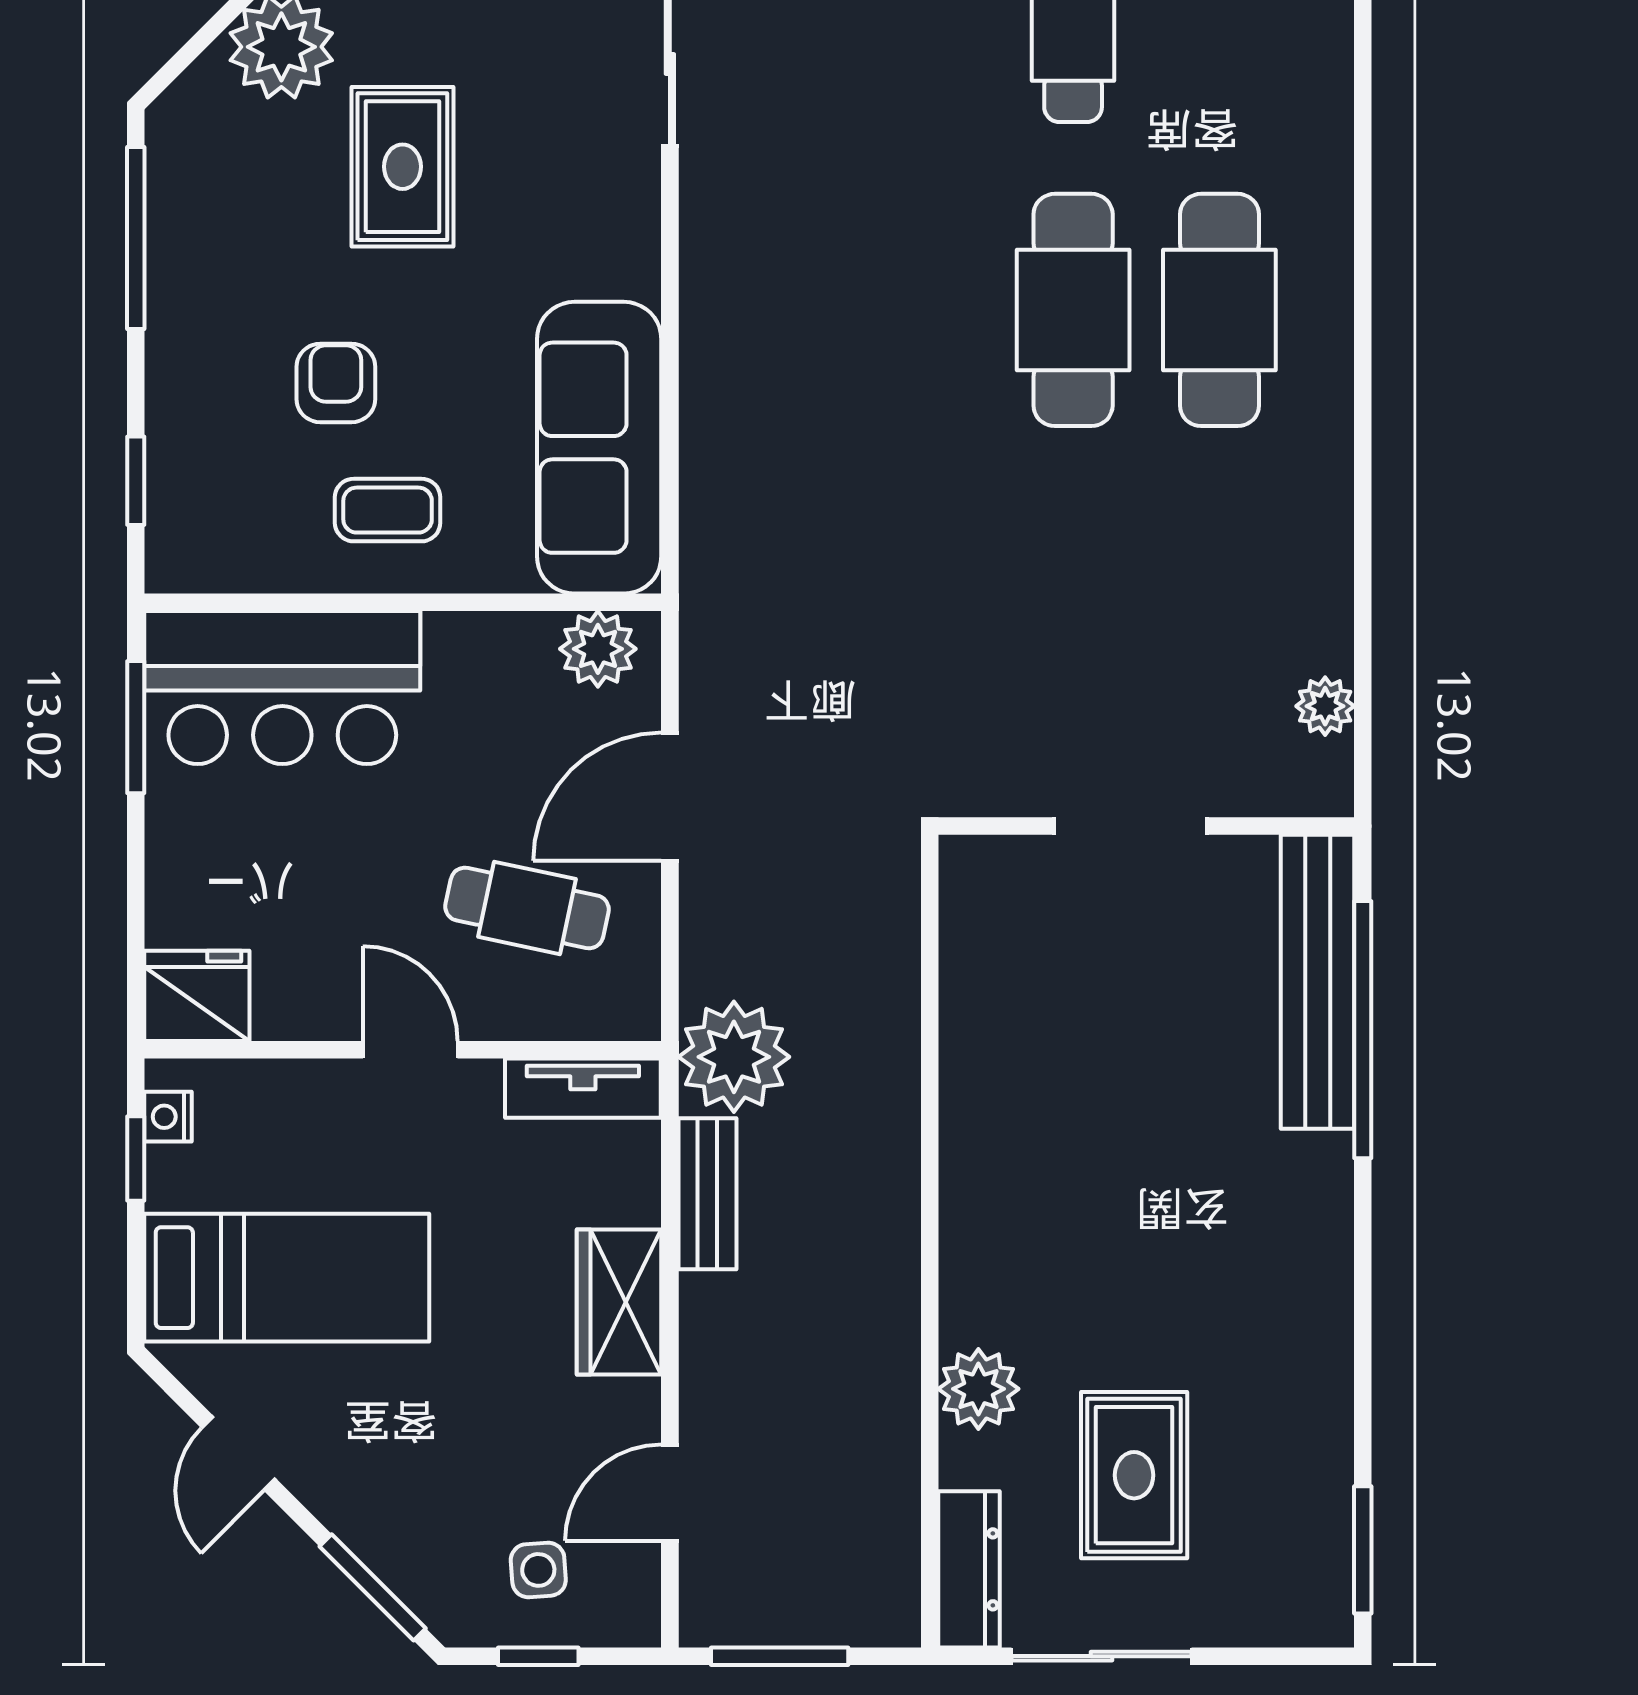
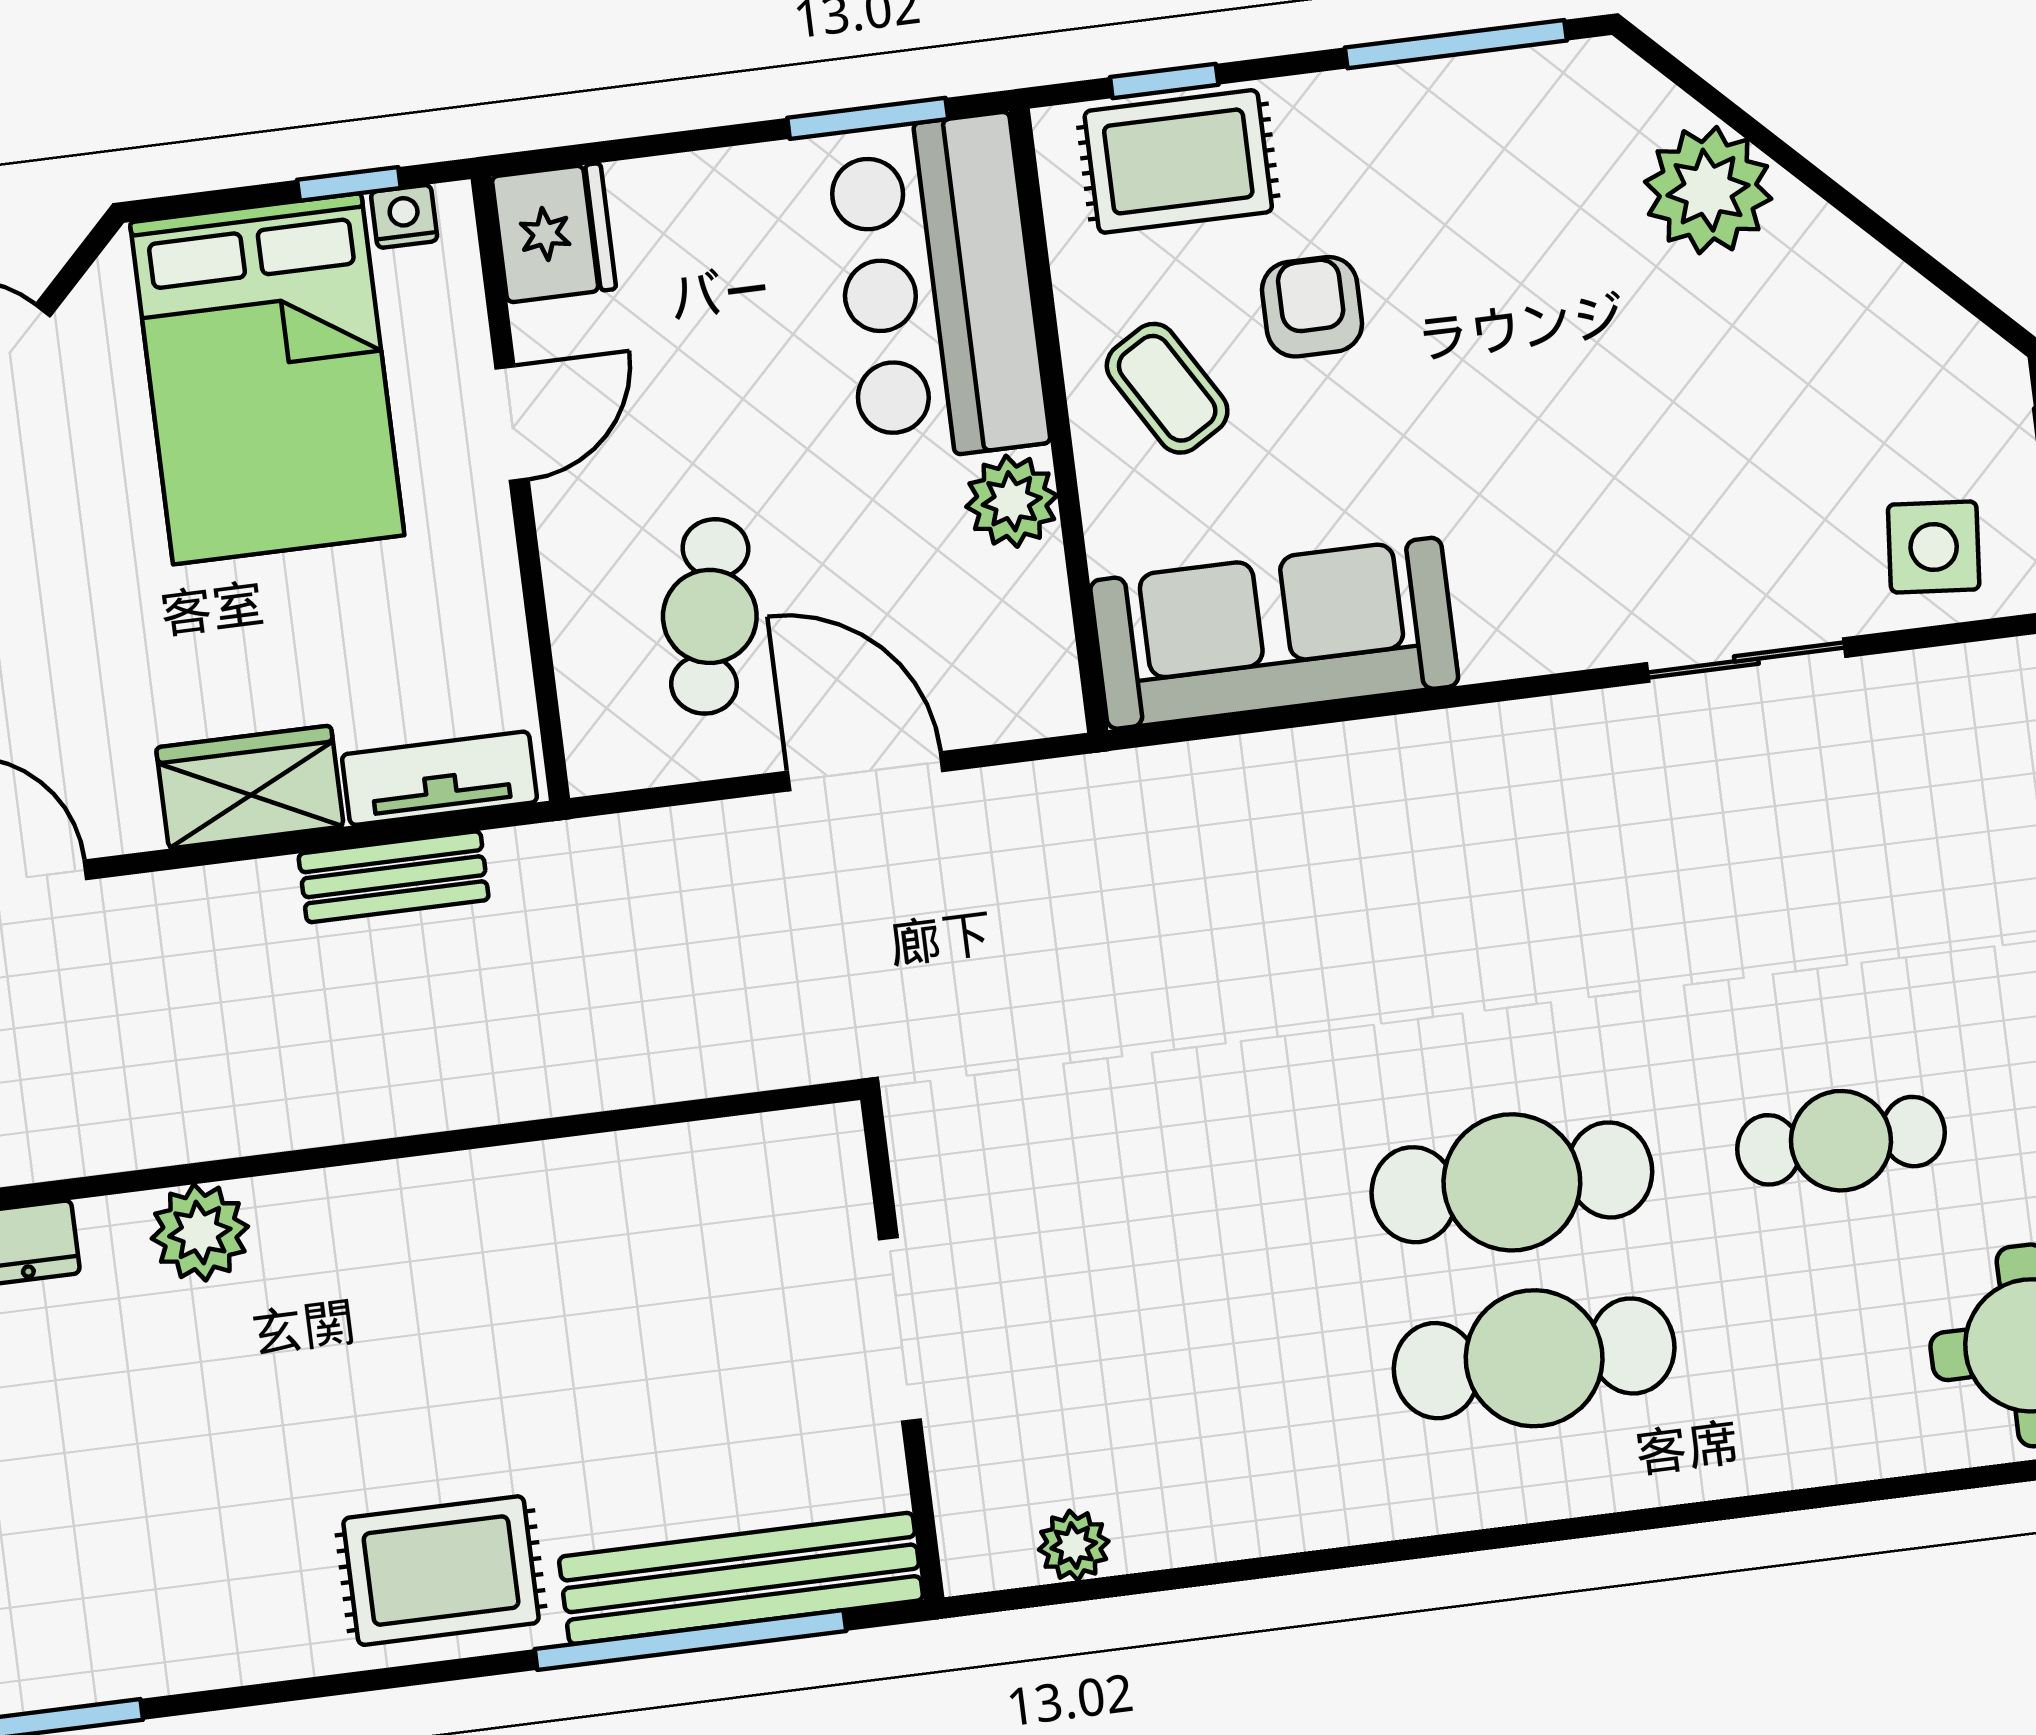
rug: (402, 167) -> (1178, 161), moved
armchair: (336, 383) -> (1312, 307), turned -90
coffee table: (388, 510) -> (1167, 388), turned -31
plant: (598, 649) -> (1012, 501), moved
door: (410, 1050) -> (512, 423), moved
plant: (734, 1057) -> (562, 888), removed
tv unit: (583, 1088) -> (440, 778), moved, turned 90
bed: (287, 1278) -> (267, 379), width x1.50
rug: (1134, 1475) -> (441, 1571), moved

